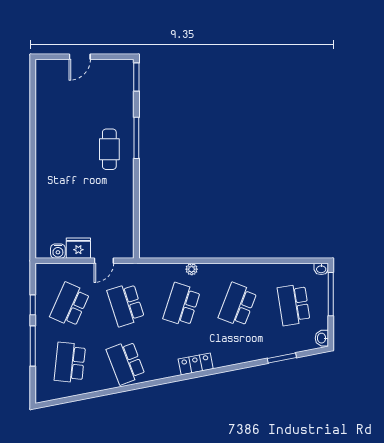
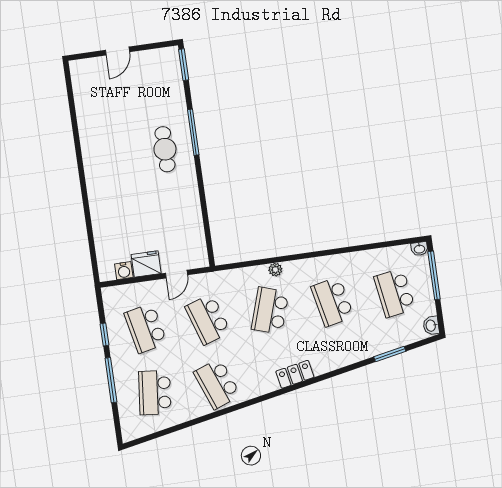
school desk: (70, 305) -> (146, 328), turned -36
school desk: (238, 305) -> (332, 302), turned -33

